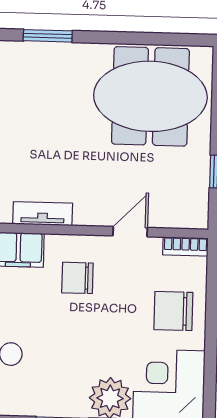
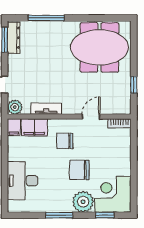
window: (48, 36) -> (46, 18), width x1.44
chair: (173, 311) -> (79, 170), moved

